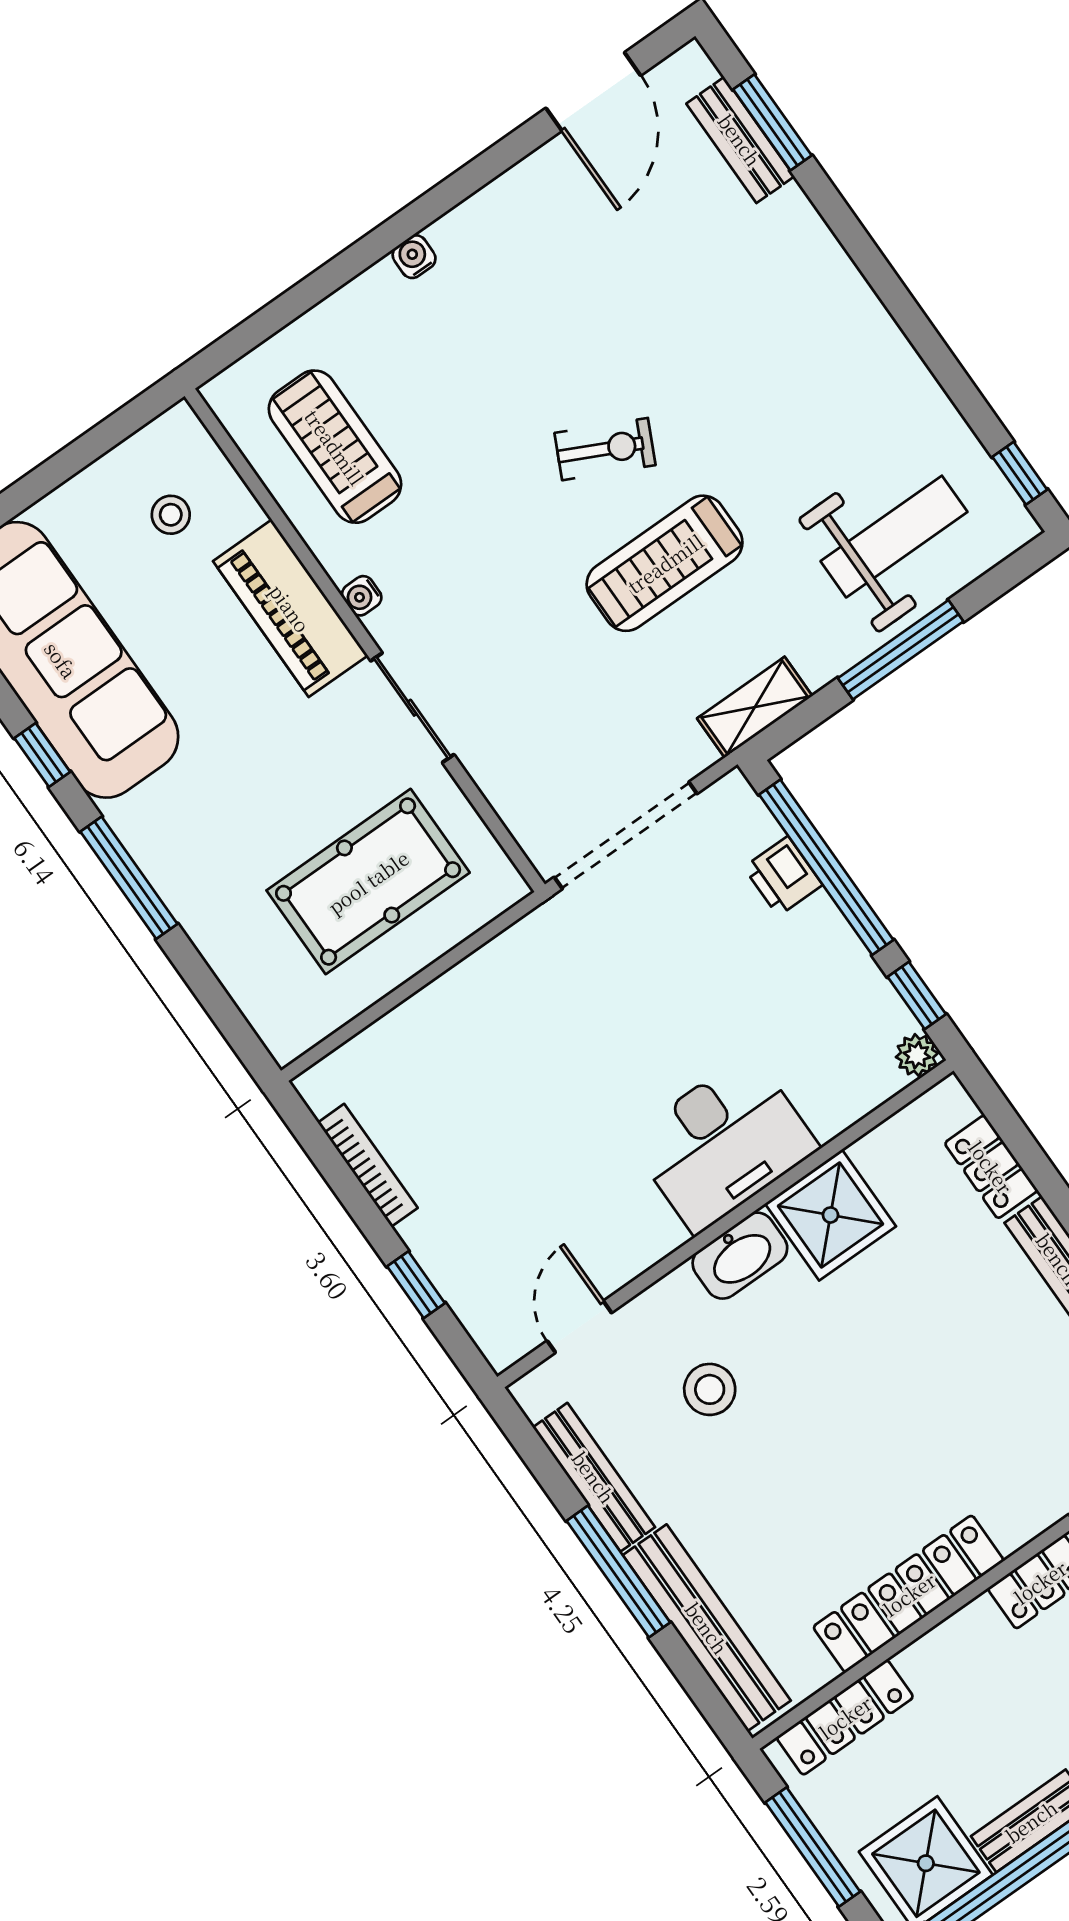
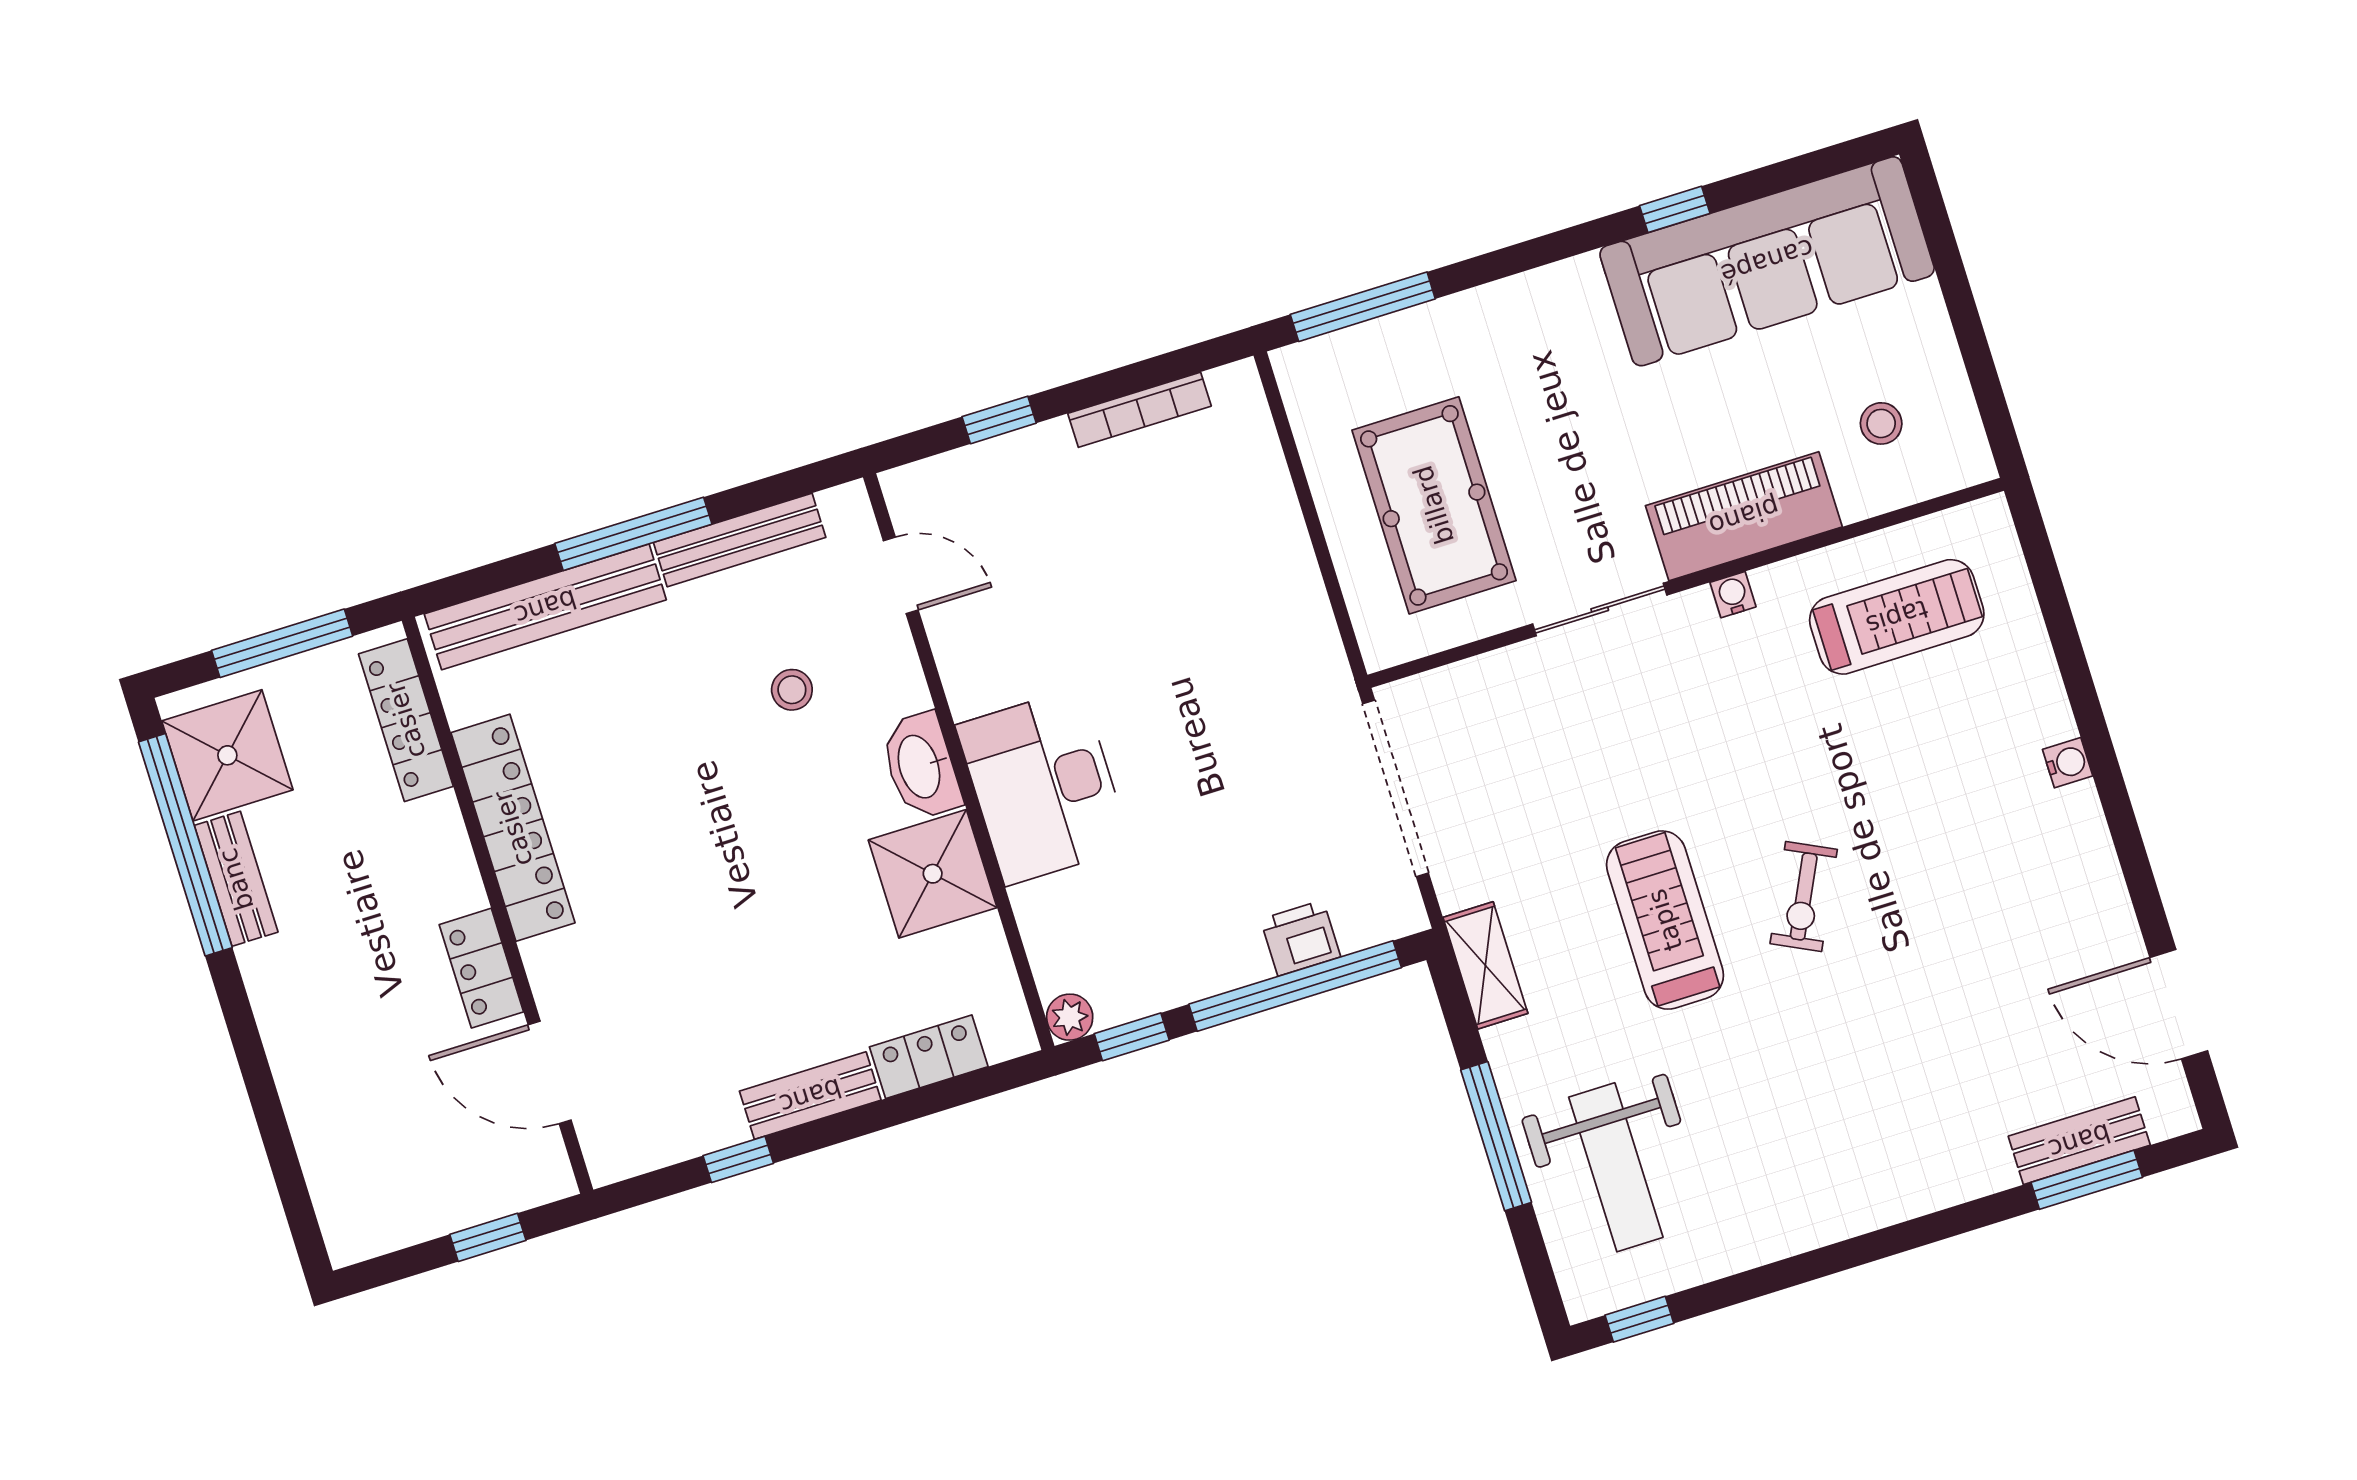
window: (129, 878) -> (1363, 307), moved
stool: (710, 1389) -> (792, 690), width x0.73, depth x0.73

